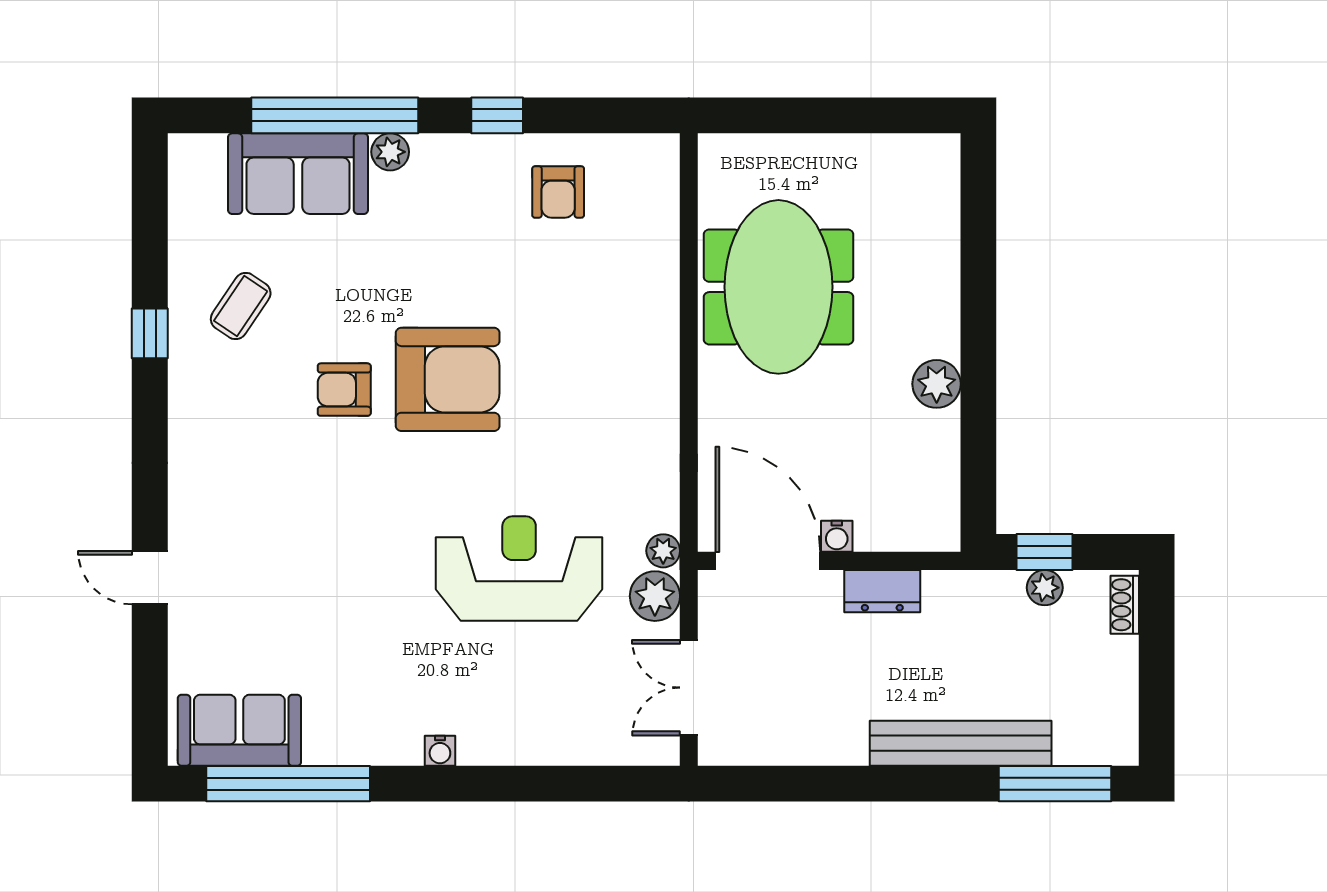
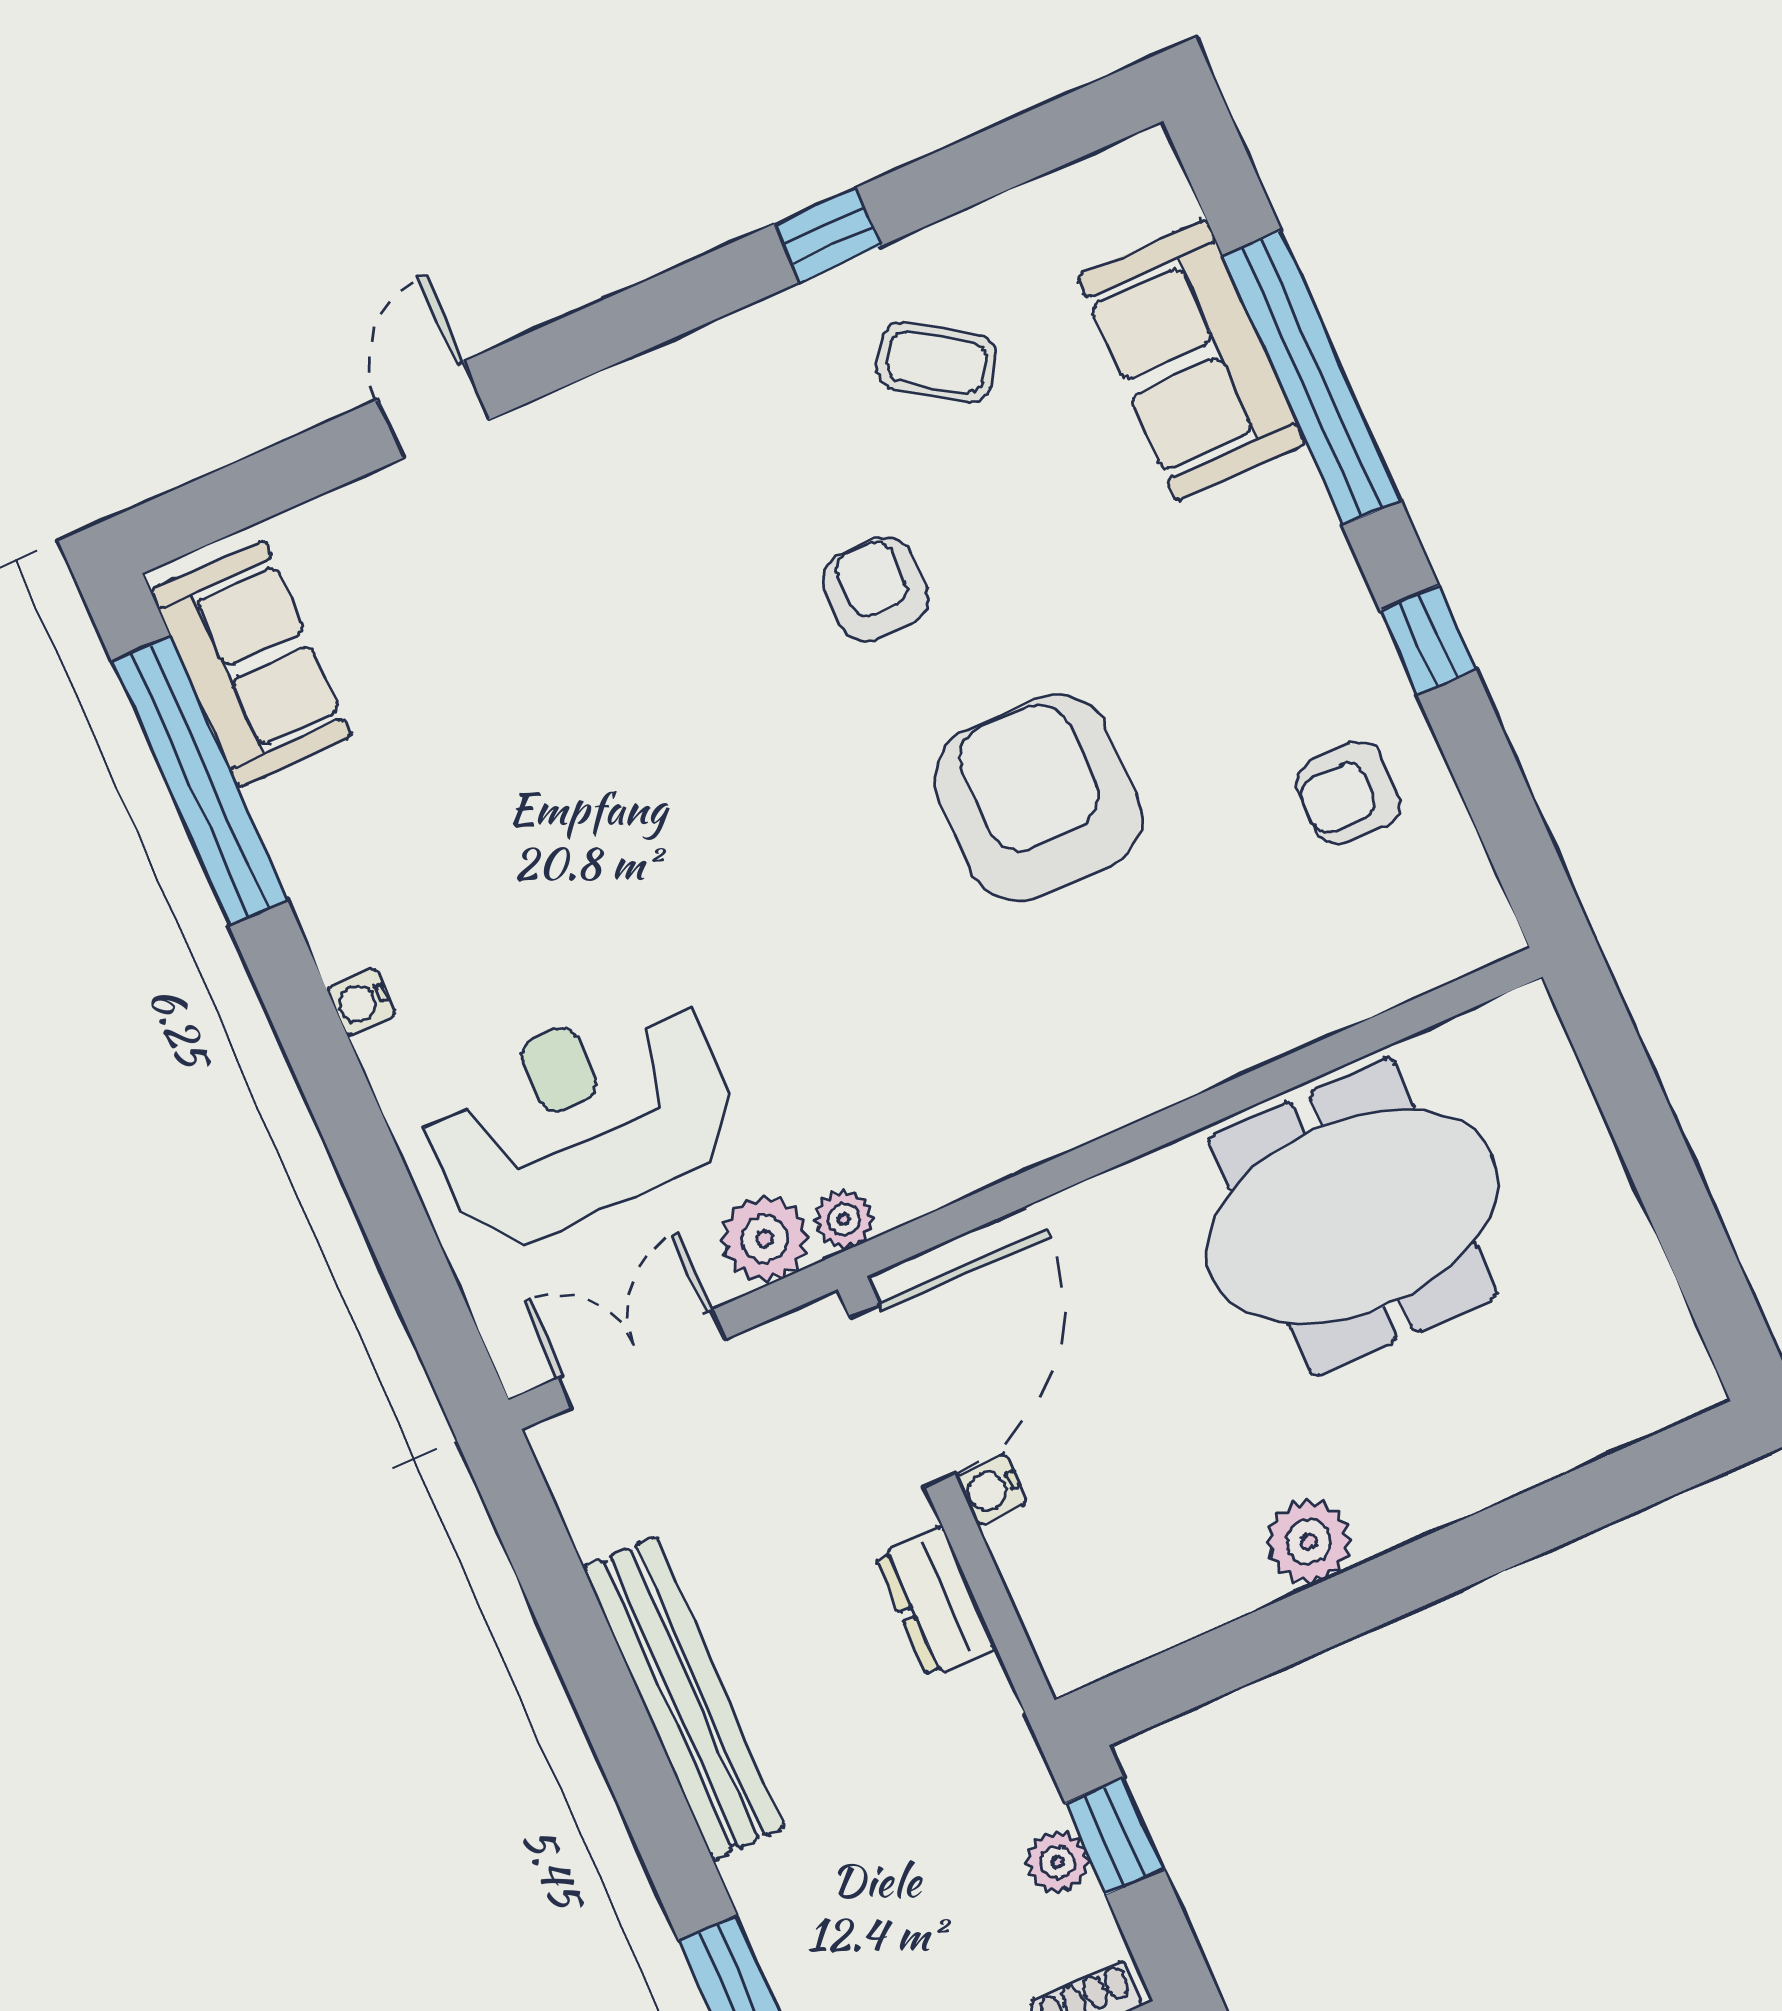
plant: (390, 152) -> (1292, 493), removed
armchair: (448, 379) -> (1038, 798), moved, turned 180
reception desk: (519, 568) -> (581, 1119), moved, turned -90
bench: (961, 743) -> (684, 1698), moved

